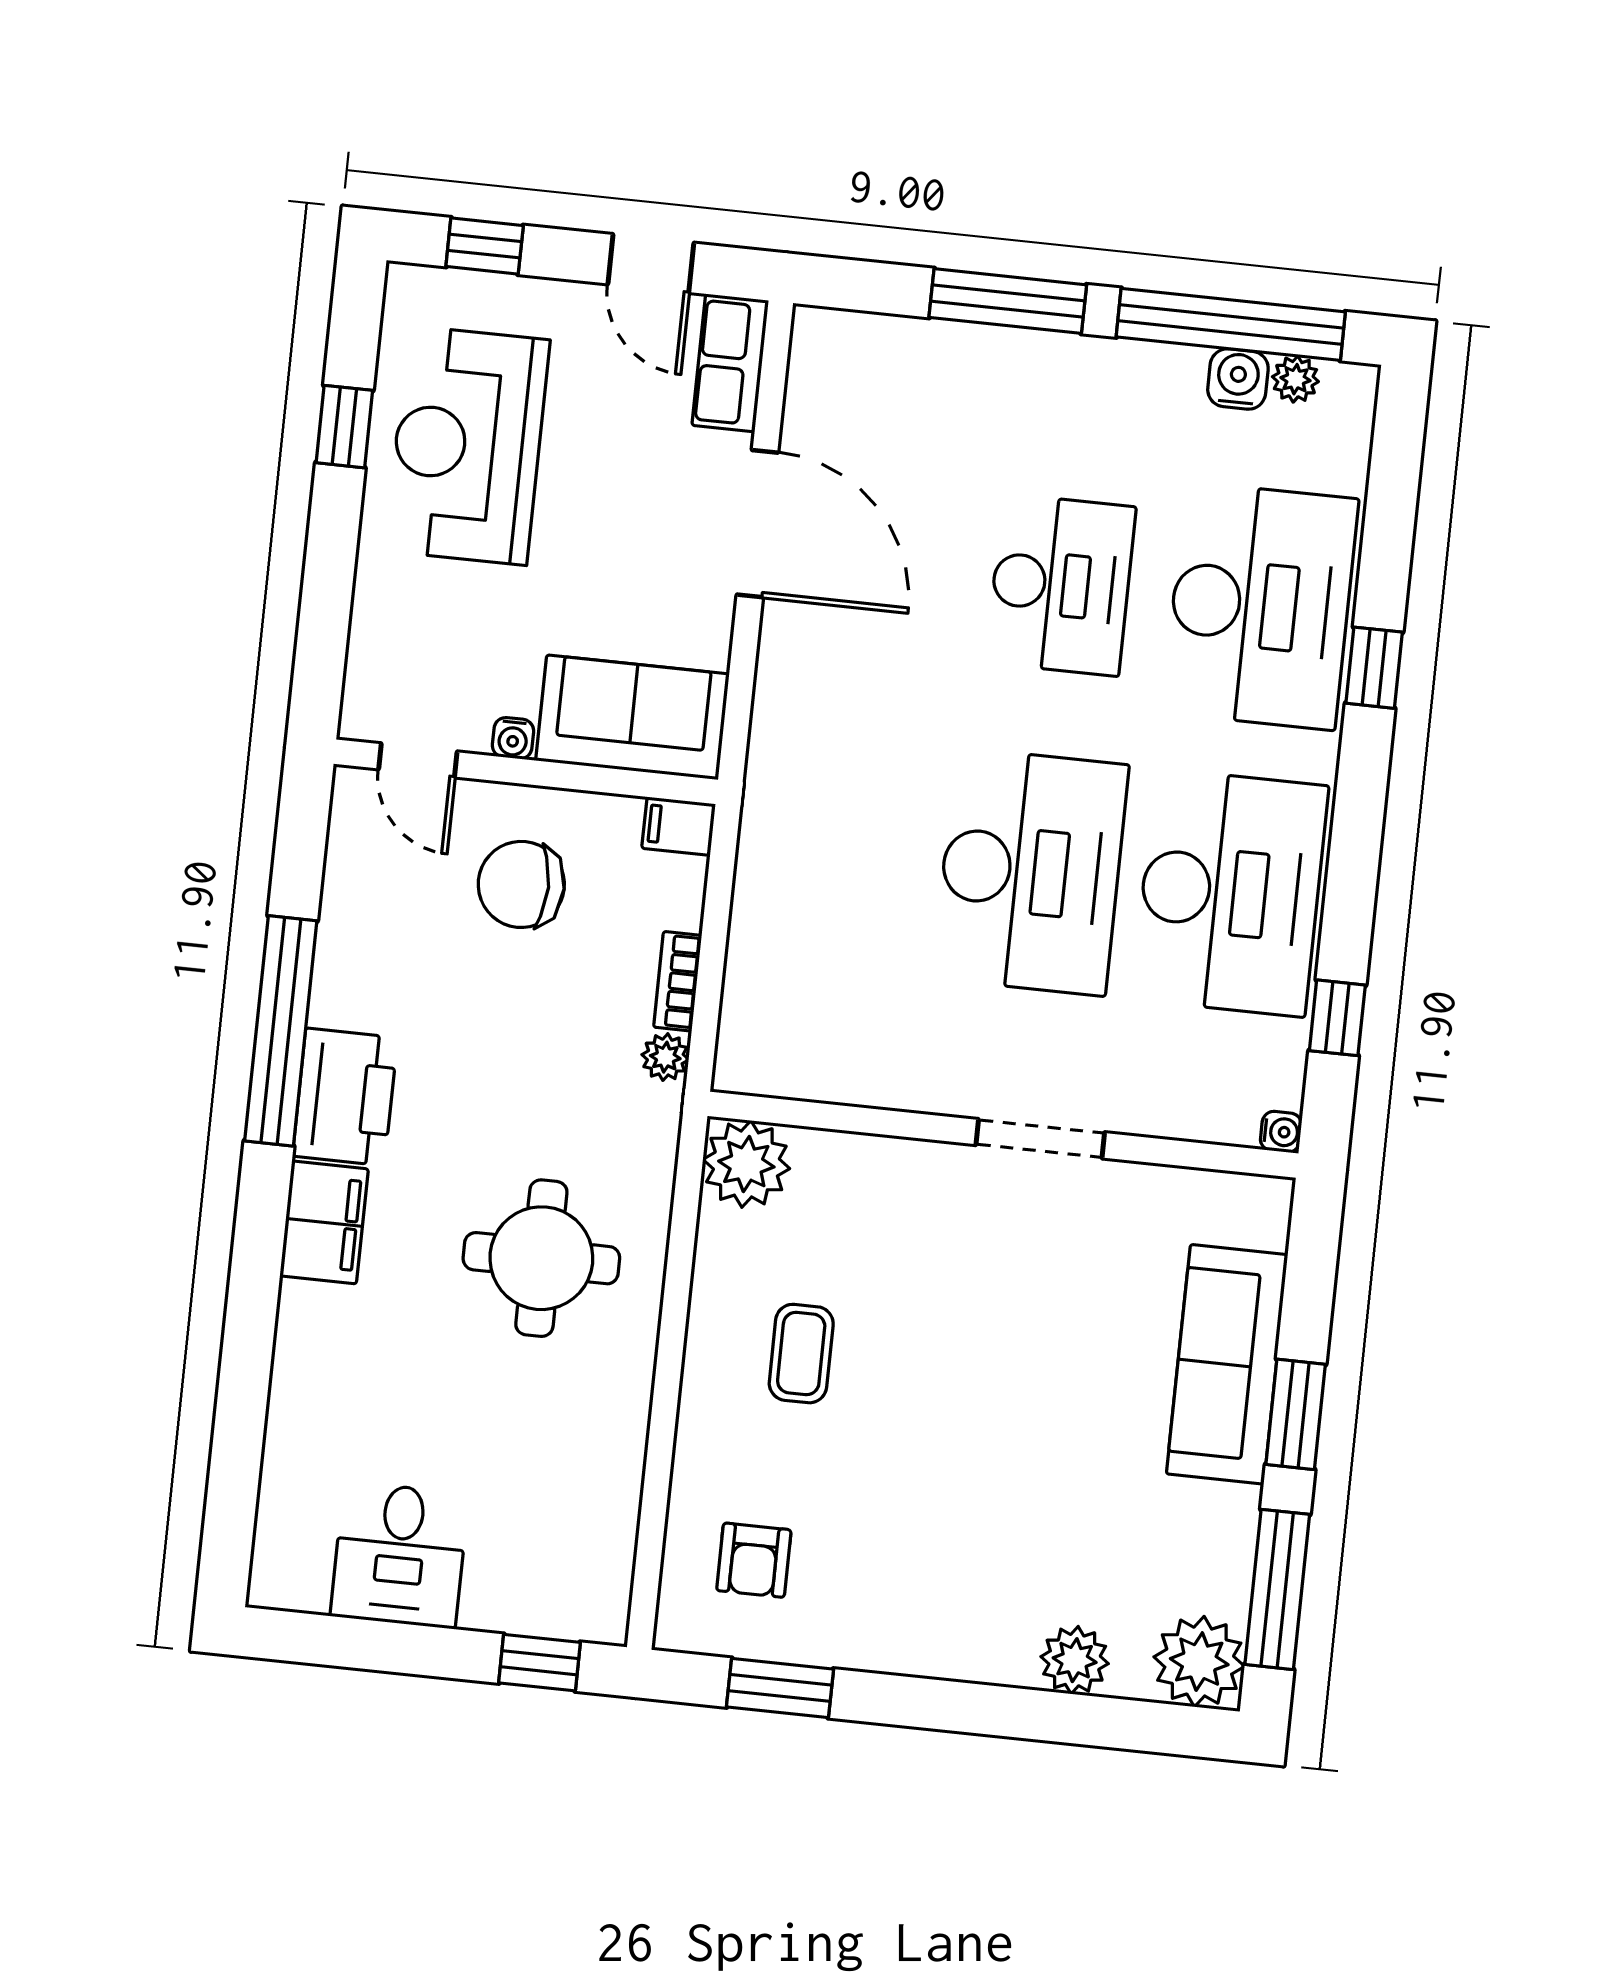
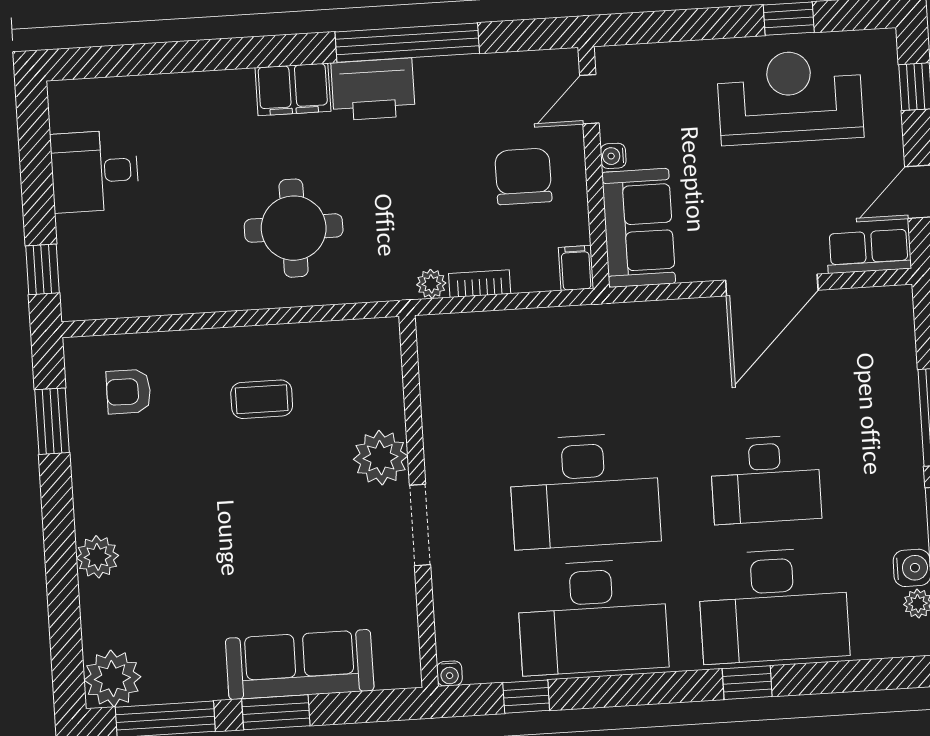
plant: (746, 1164) -> (381, 458), moved
plant: (1075, 1660) -> (97, 557), moved

